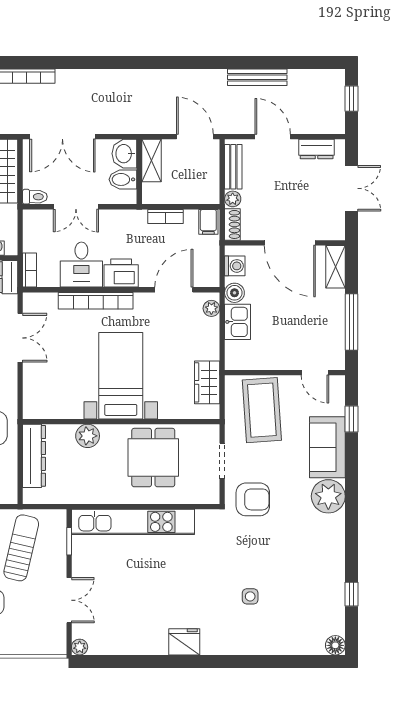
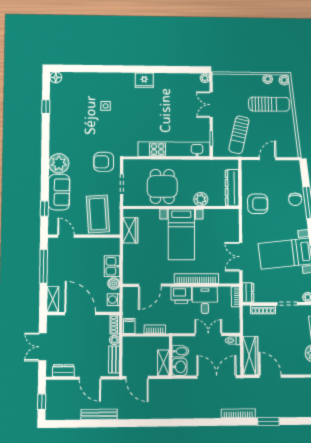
plant: (211, 308) -> (128, 274), removed

